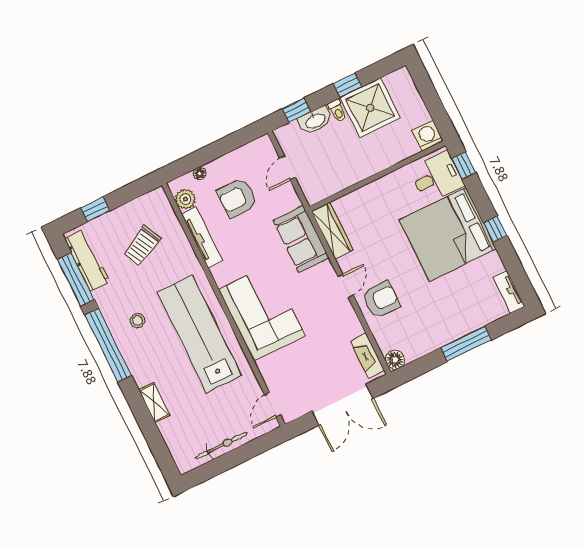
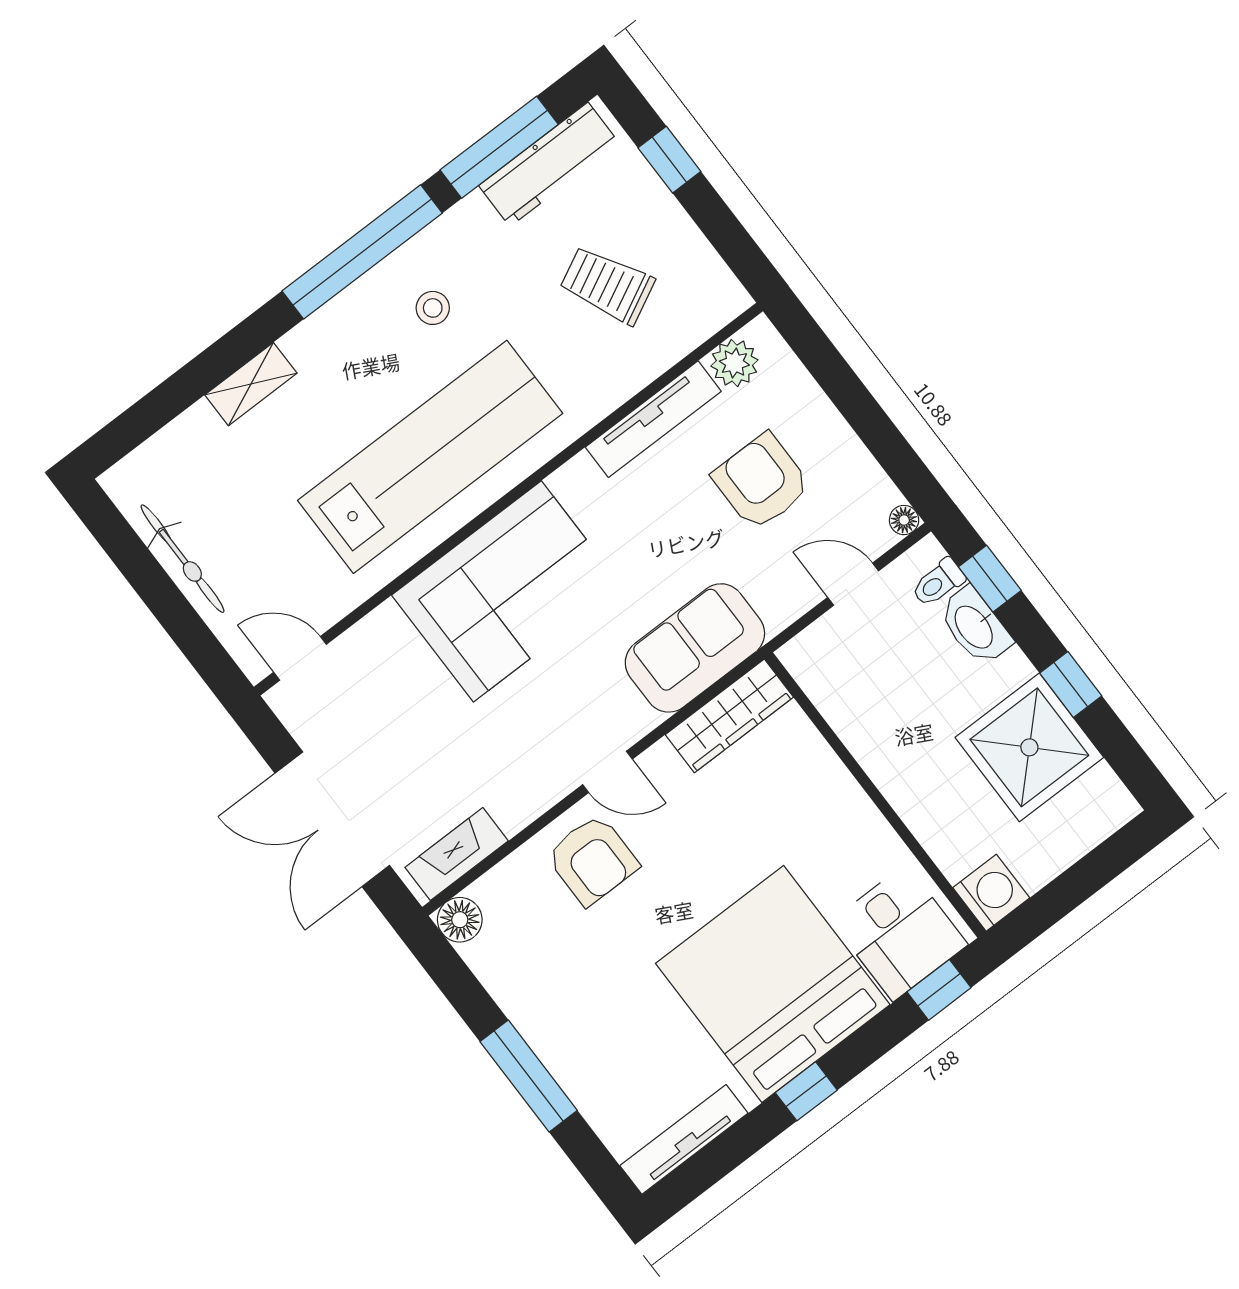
toilet: (337, 111) -> (938, 583), moved
floor lamp: (200, 173) -> (904, 520), moved
tv unit: (509, 292) -> (684, 1139), width x1.41

